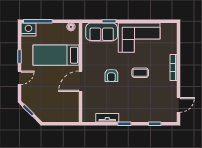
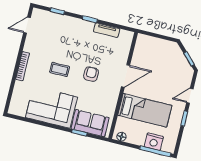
nightstand: (28, 29) -> (154, 142), moved

